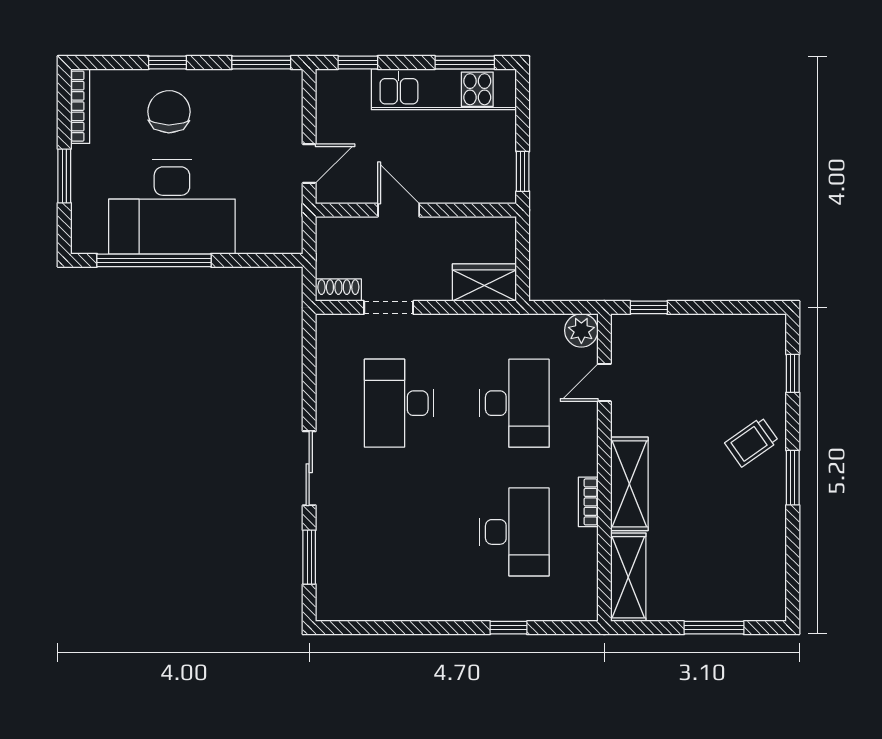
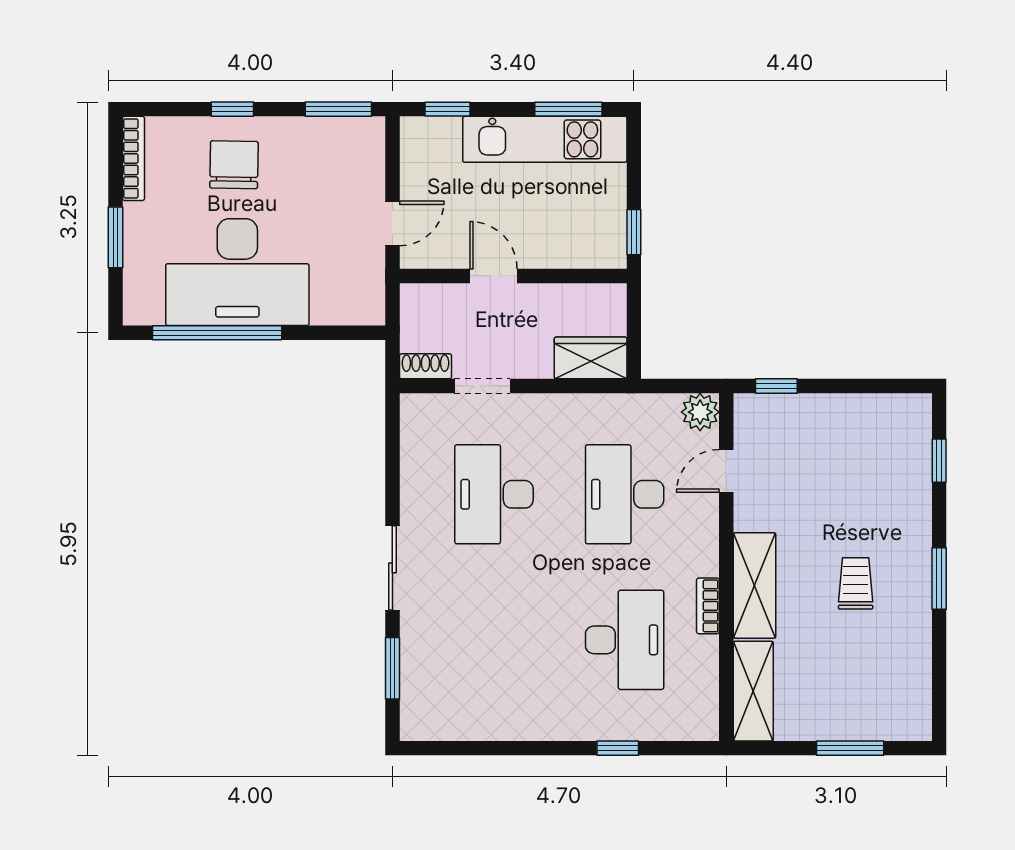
desk: (514, 403) -> (625, 494), turned 180
trolley: (752, 442) -> (856, 583), moved, turned 125

